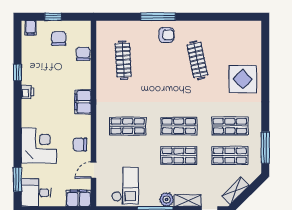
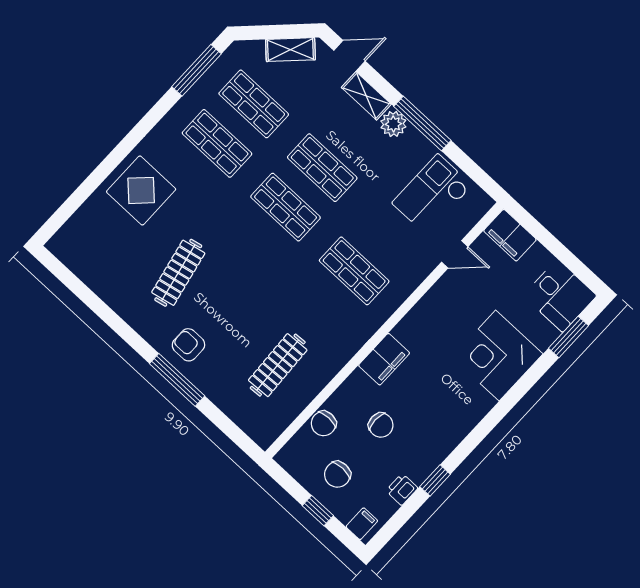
printer: (27, 92) -> (402, 489), moved
chair: (80, 145) -> (381, 425), moved

